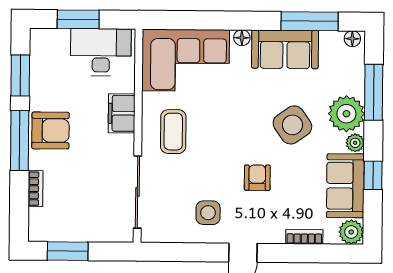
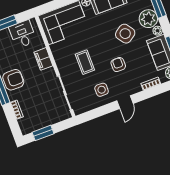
desk: (101, 52) -> (23, 34), width x0.73
coffee table: (173, 132) -> (85, 62), moved

